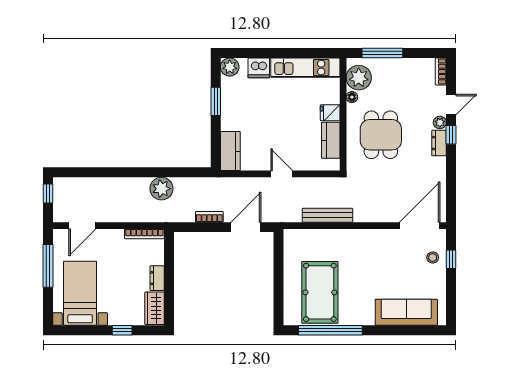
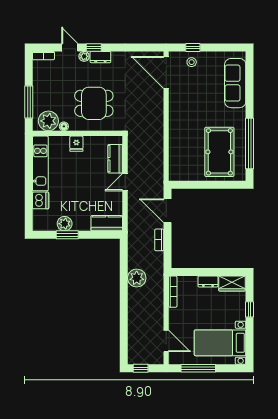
plant: (230, 67) -> (65, 224), moved
kitchen counter: (331, 140) -> (115, 159), moved, turned 90
bench: (328, 215) -> (158, 146), removed
pool table: (320, 292) -> (219, 152), turned 90

